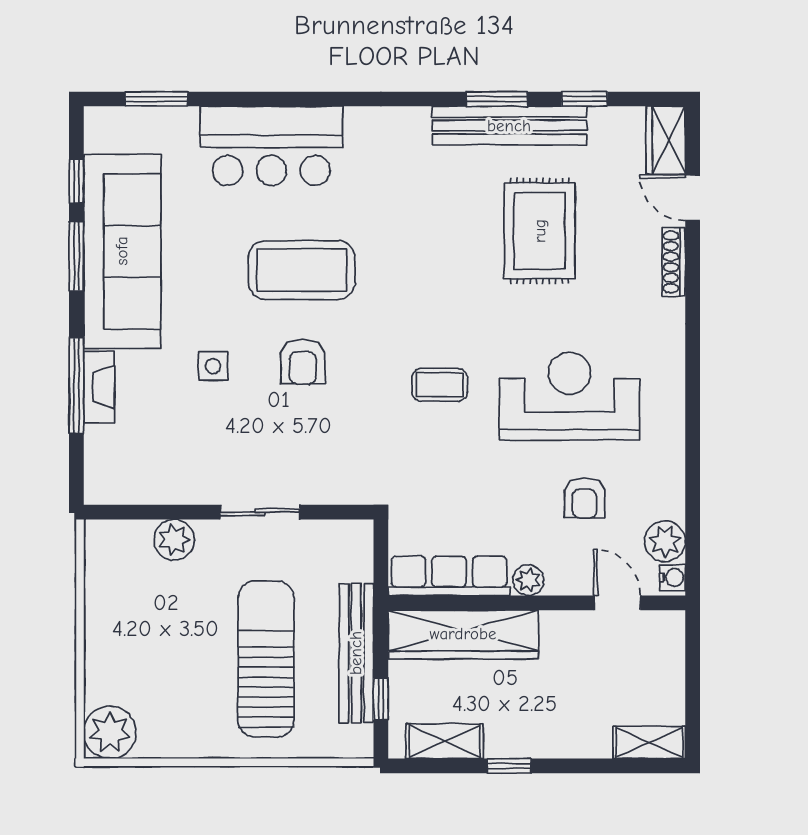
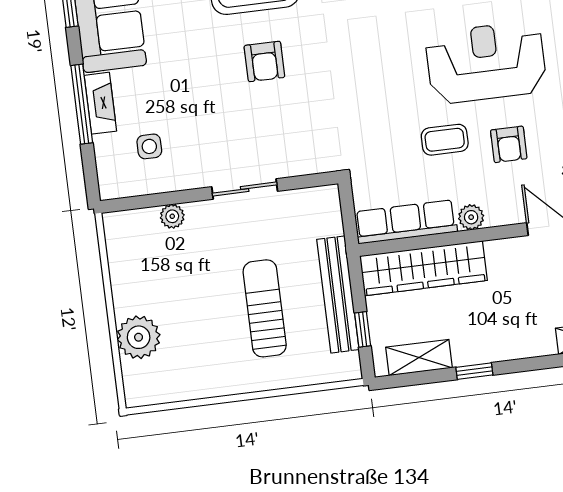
side table: (213, 366) -> (149, 146), moved
coffee table: (440, 385) -> (445, 140), moved
plant: (174, 540) -> (172, 216), width x0.73, depth x0.73
sun lounger: (266, 659) -> (265, 308), width x0.73, depth x0.75
plant: (110, 732) -> (139, 337), moved

